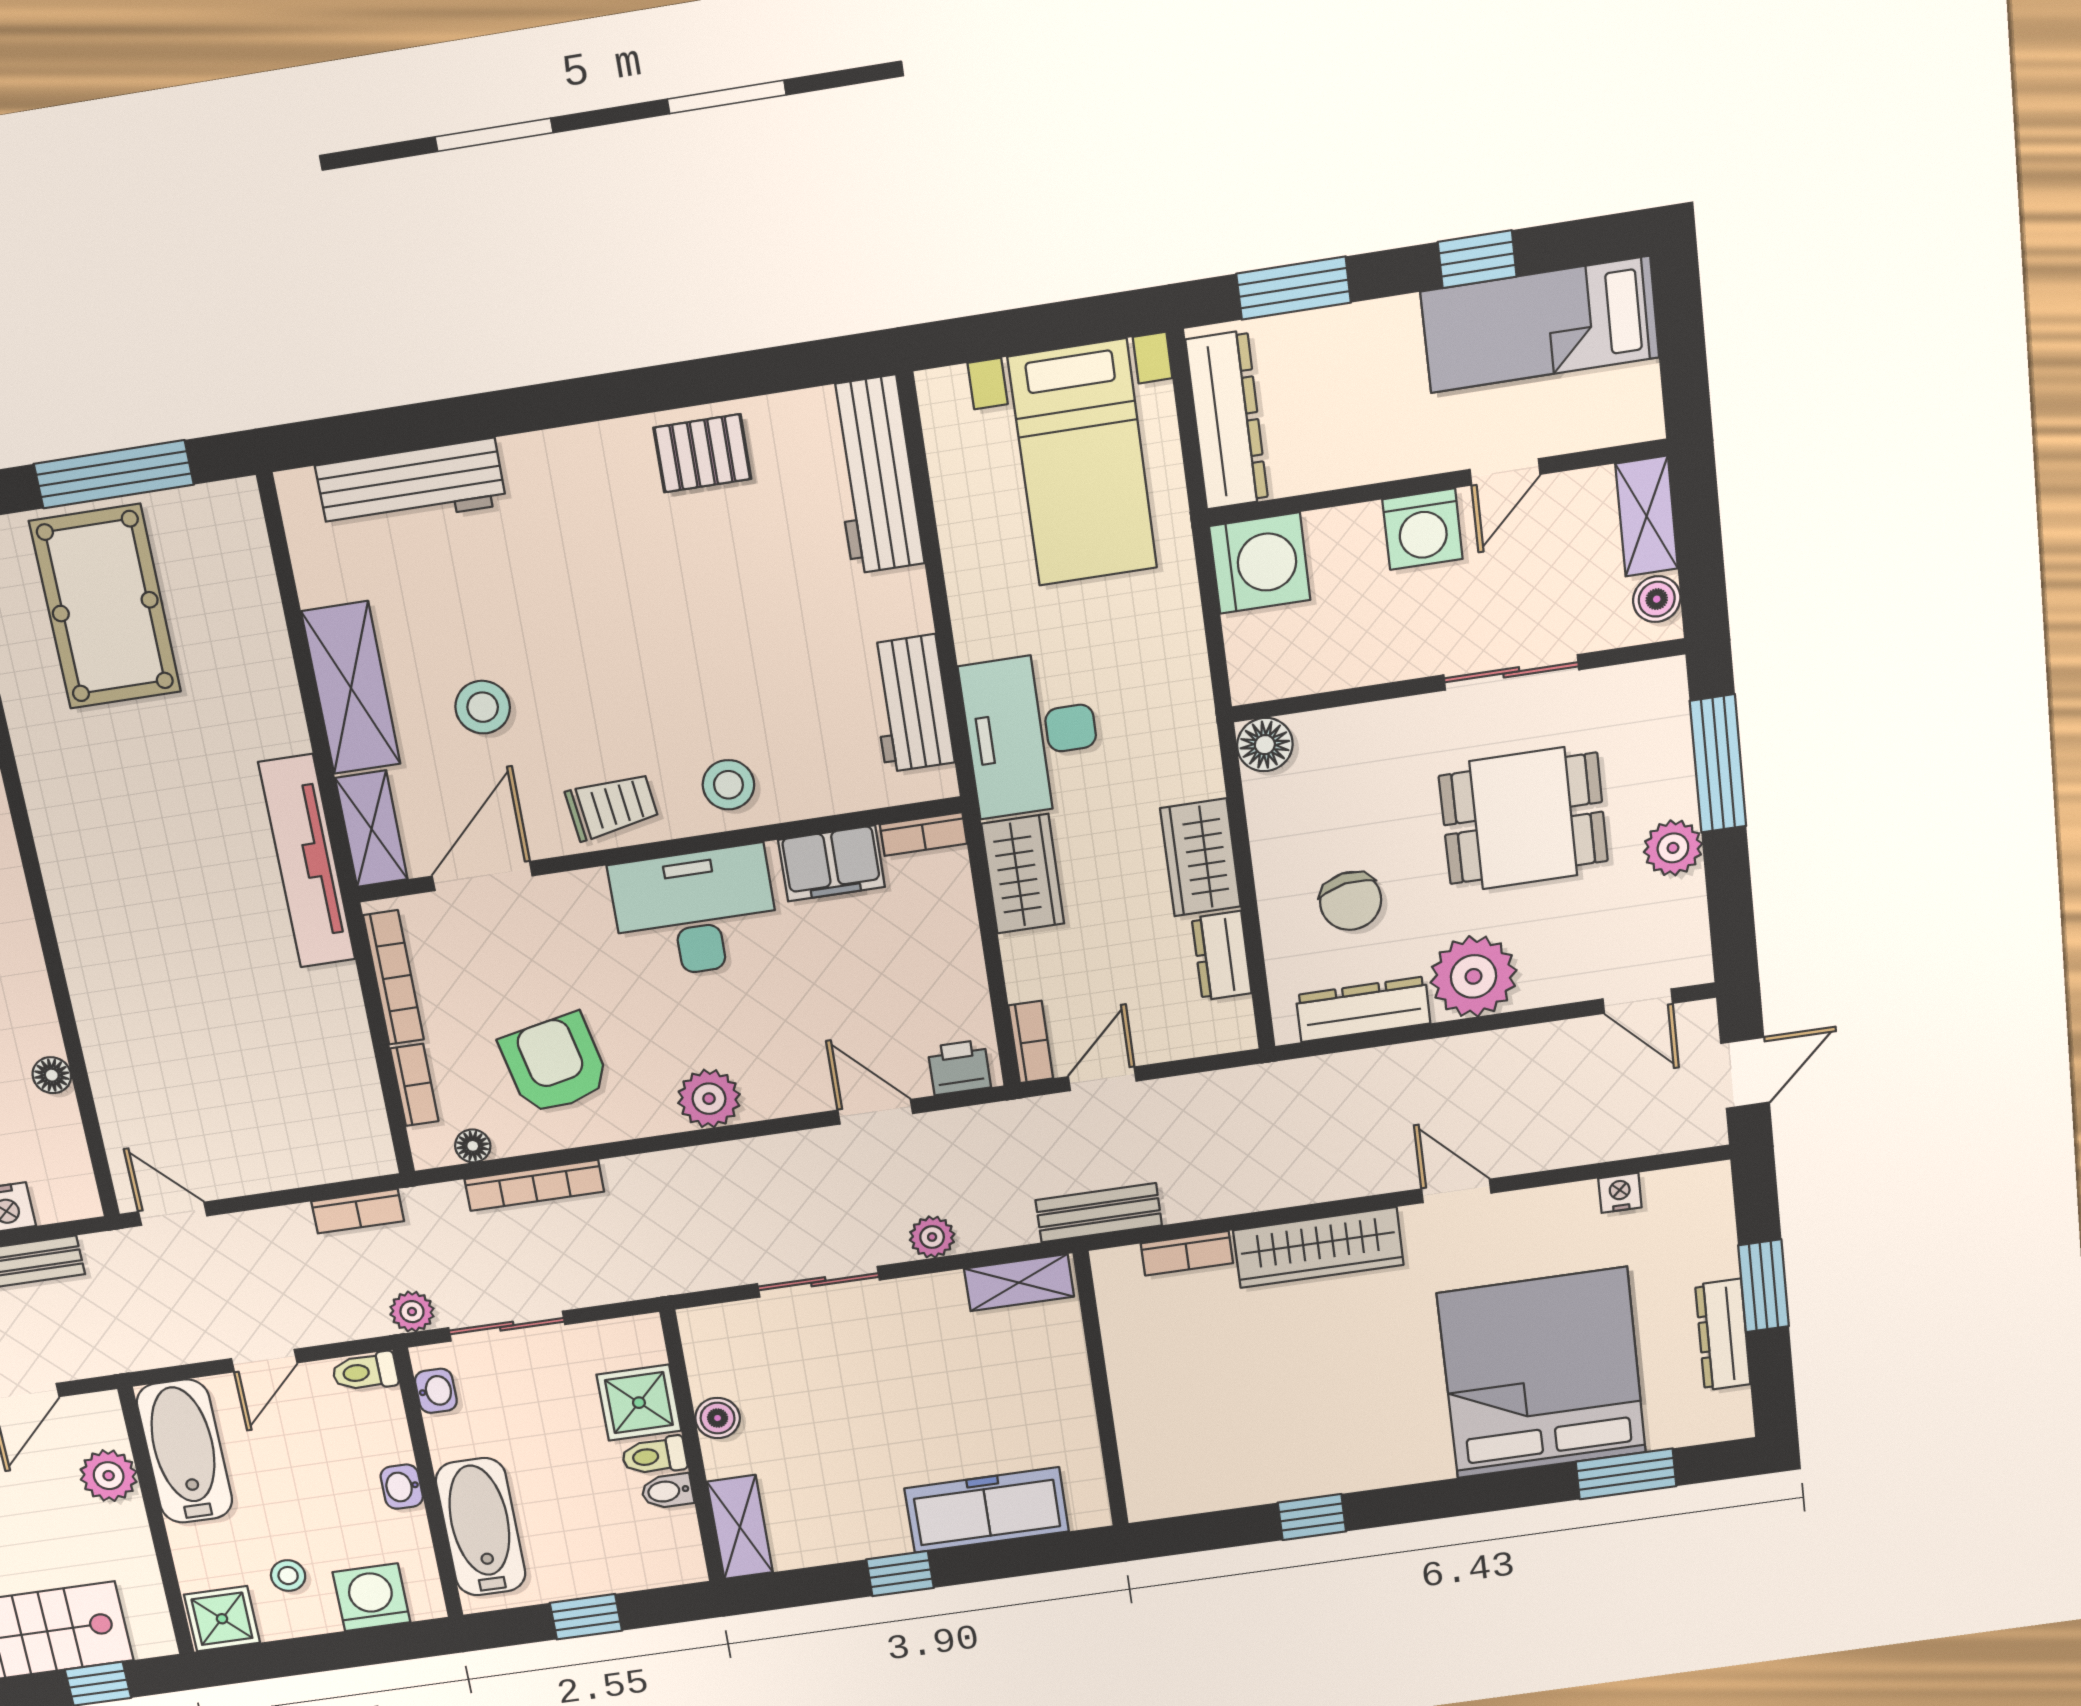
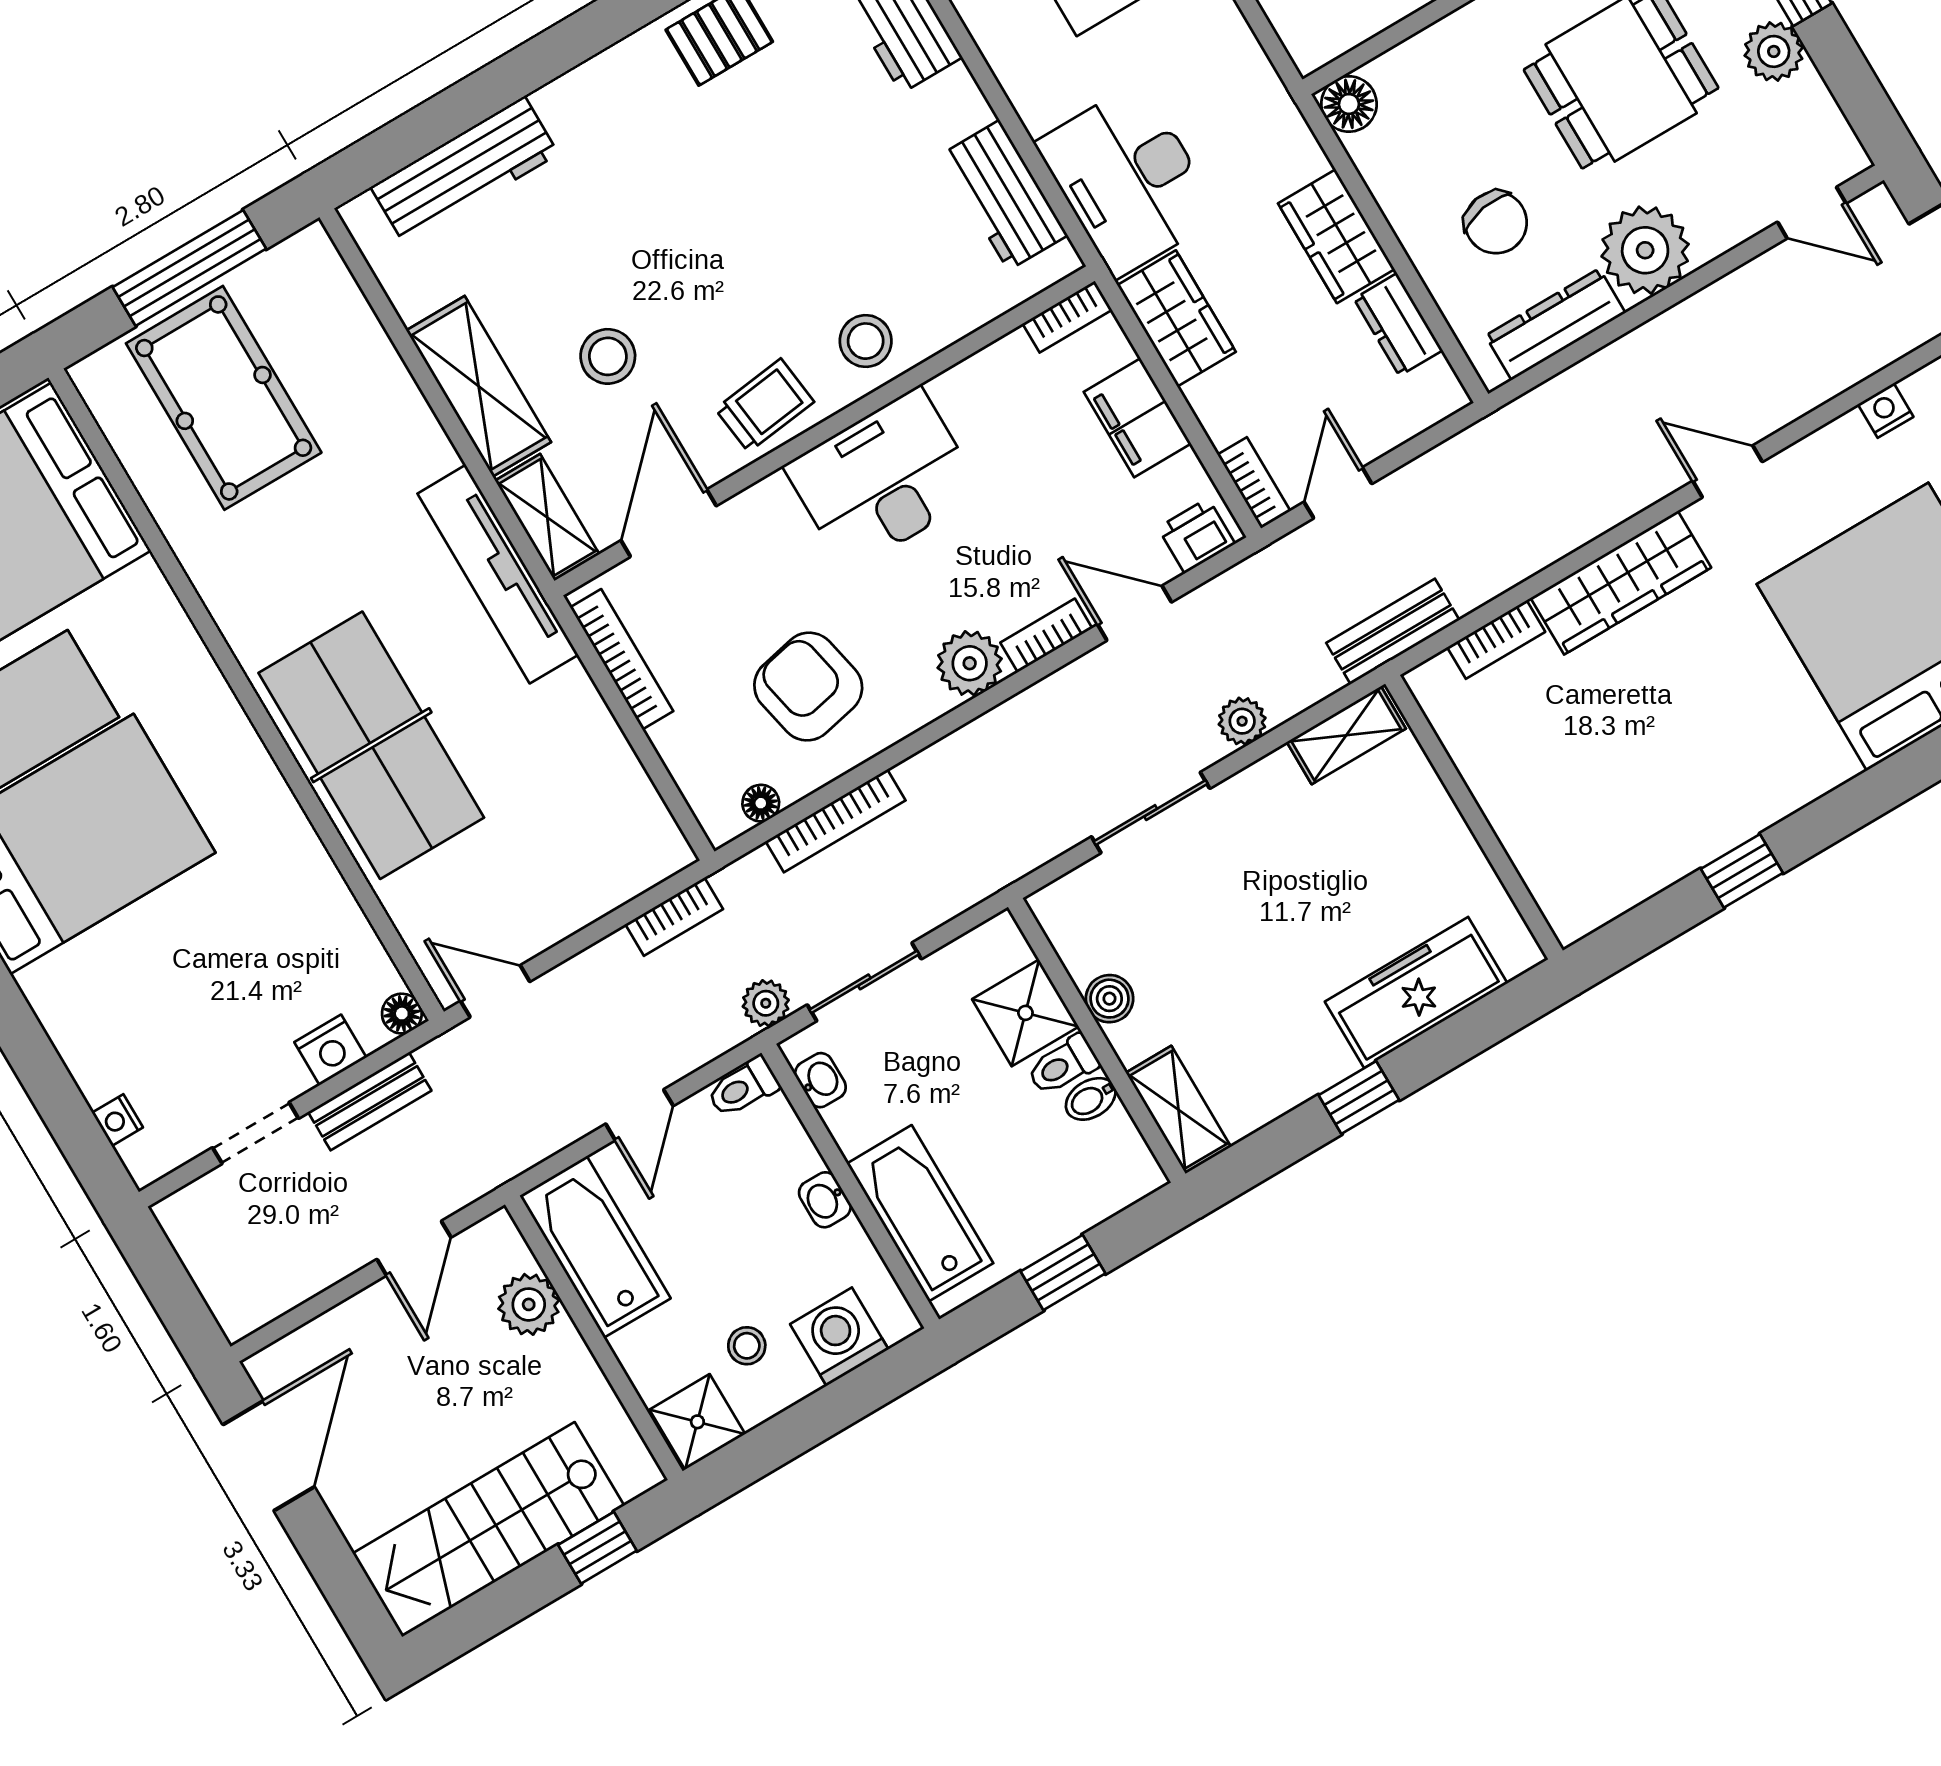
filing cabinet: (831, 863) -> (1137, 418), moved, turned 90
table tennis table: (135, 966) -> (371, 745), added
floor lamp: (52, 1075) -> (402, 1014), moved
bookcase: (414, 1085) -> (1046, 635), moved, turned -90

